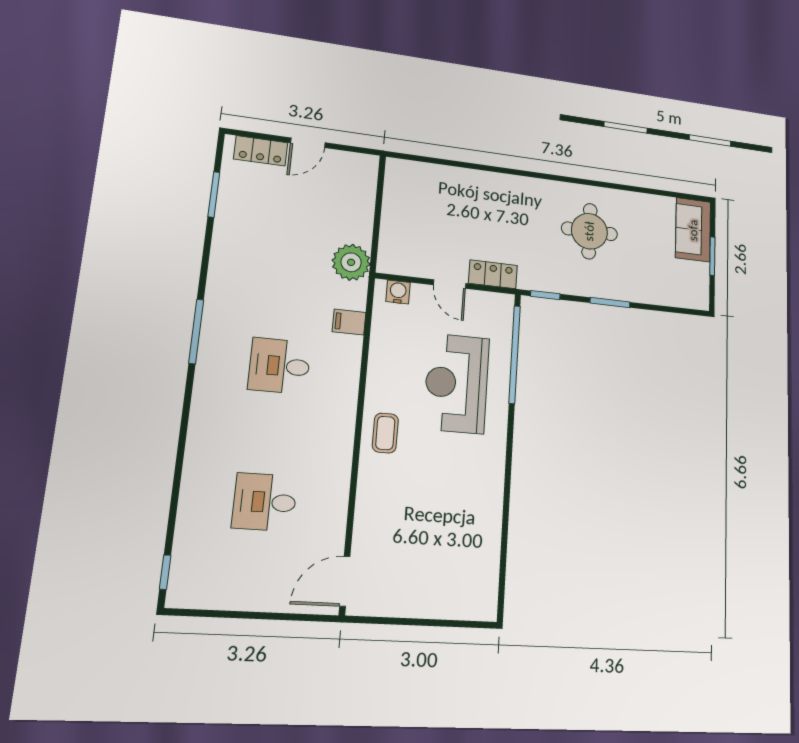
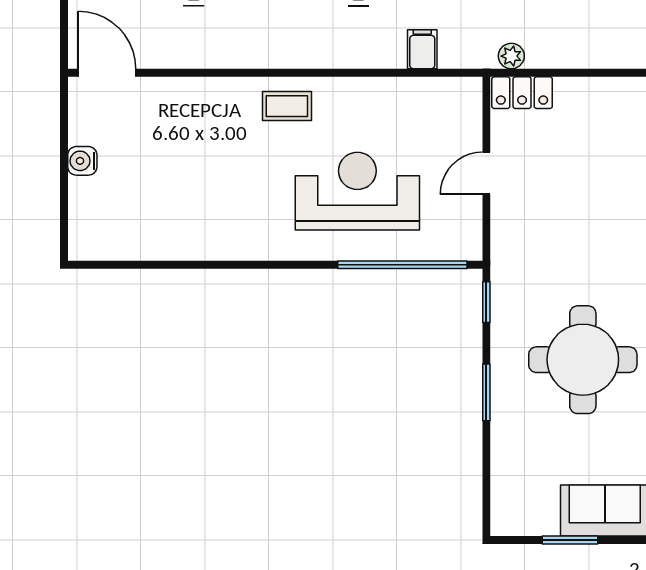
round table: (589, 231) -> (583, 360), width x1.36, depth x1.36
plant: (351, 262) -> (511, 56), width x0.53, depth x0.53
locker: (493, 274) -> (522, 93), moved, turned 90
water cooler: (398, 292) -> (82, 161), moved, turned 180

